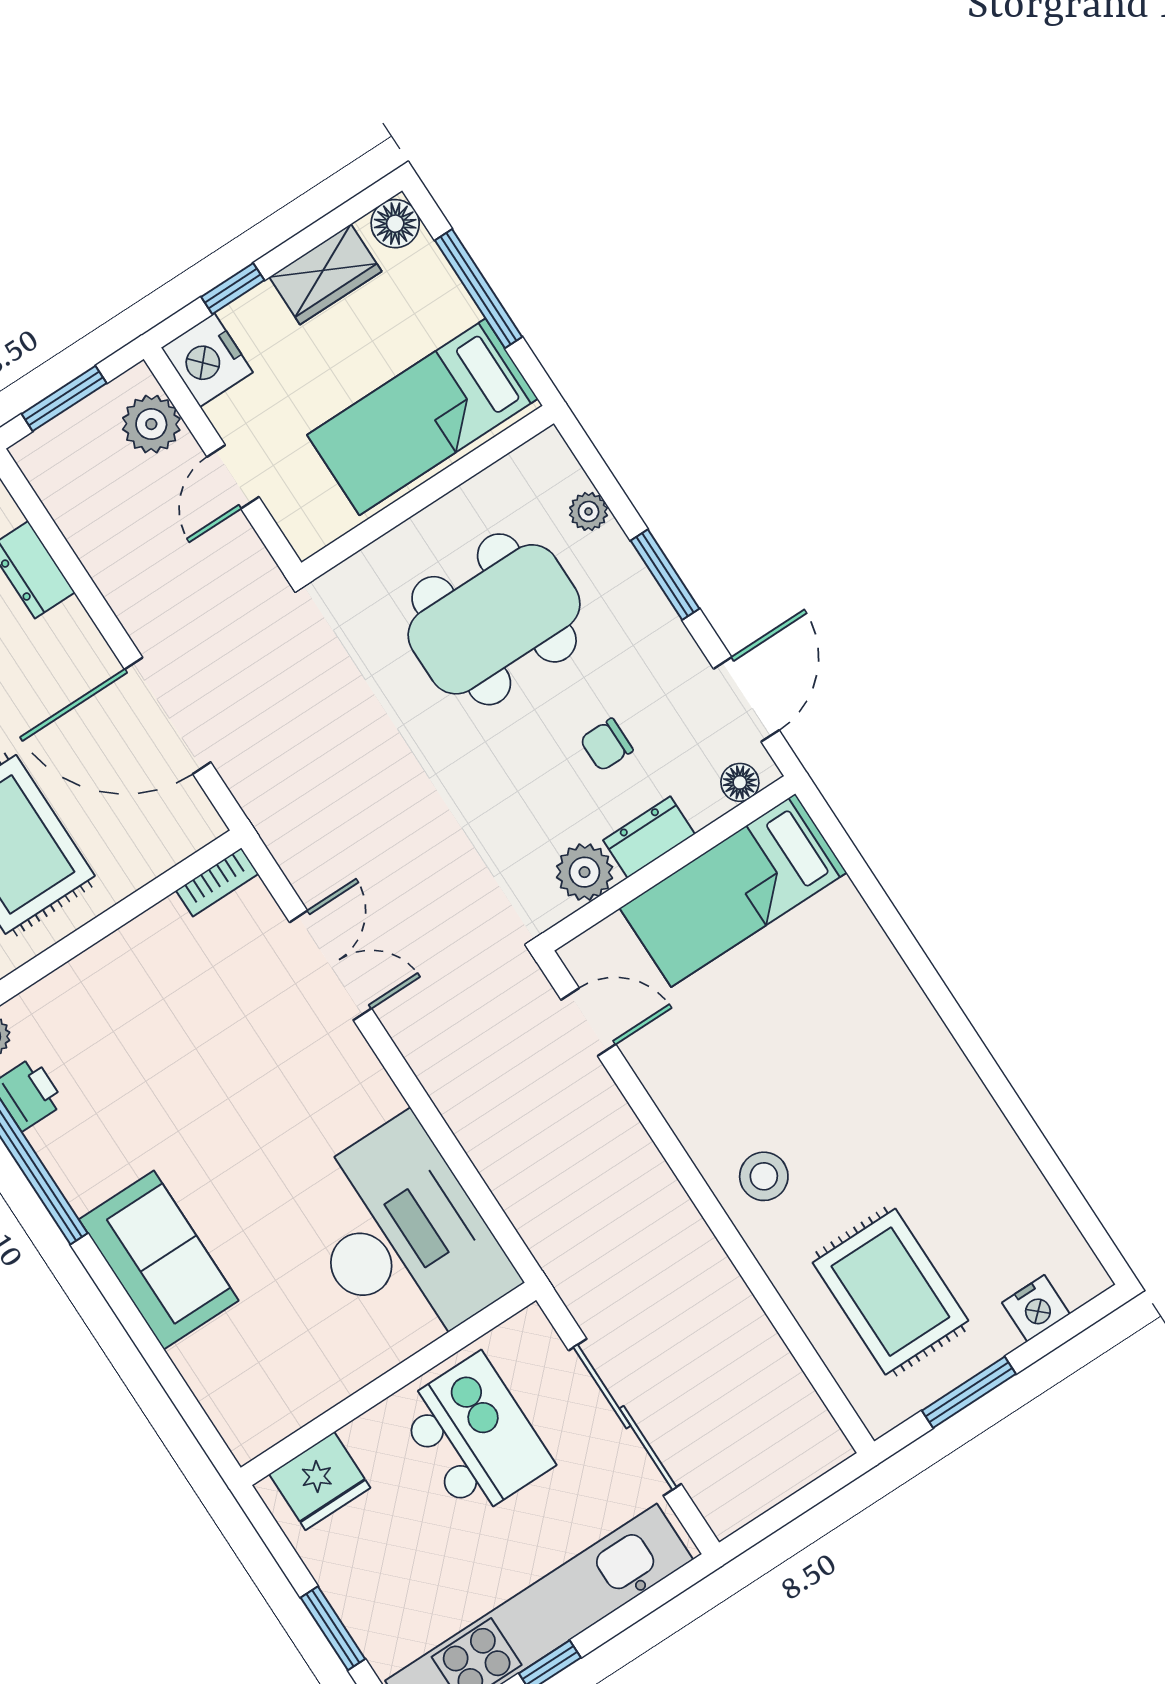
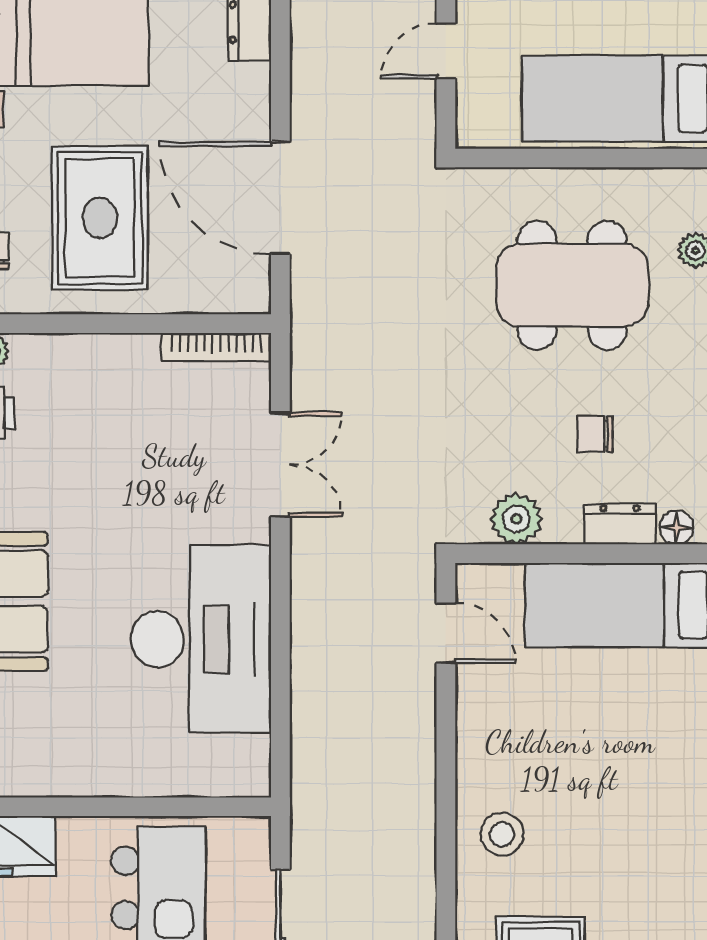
dresser: (649, 837) -> (620, 524), moved
bookcase: (217, 882) -> (216, 347), width x1.56
desk: (402, 1238) -> (201, 639), moved

